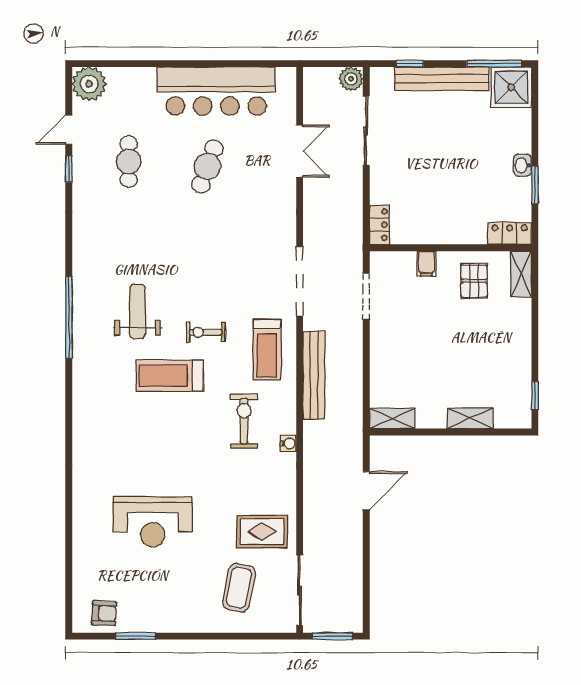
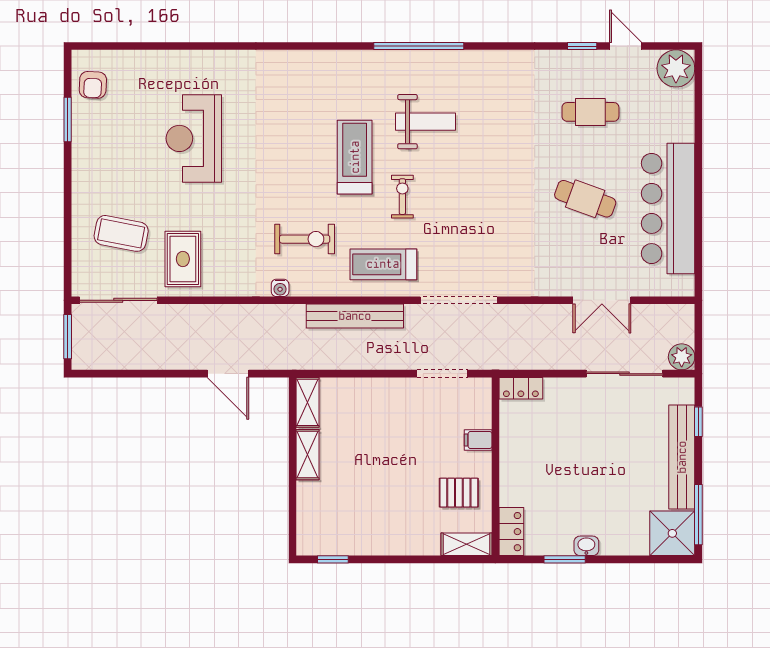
shelving: (470, 418) -> (308, 455), moved

